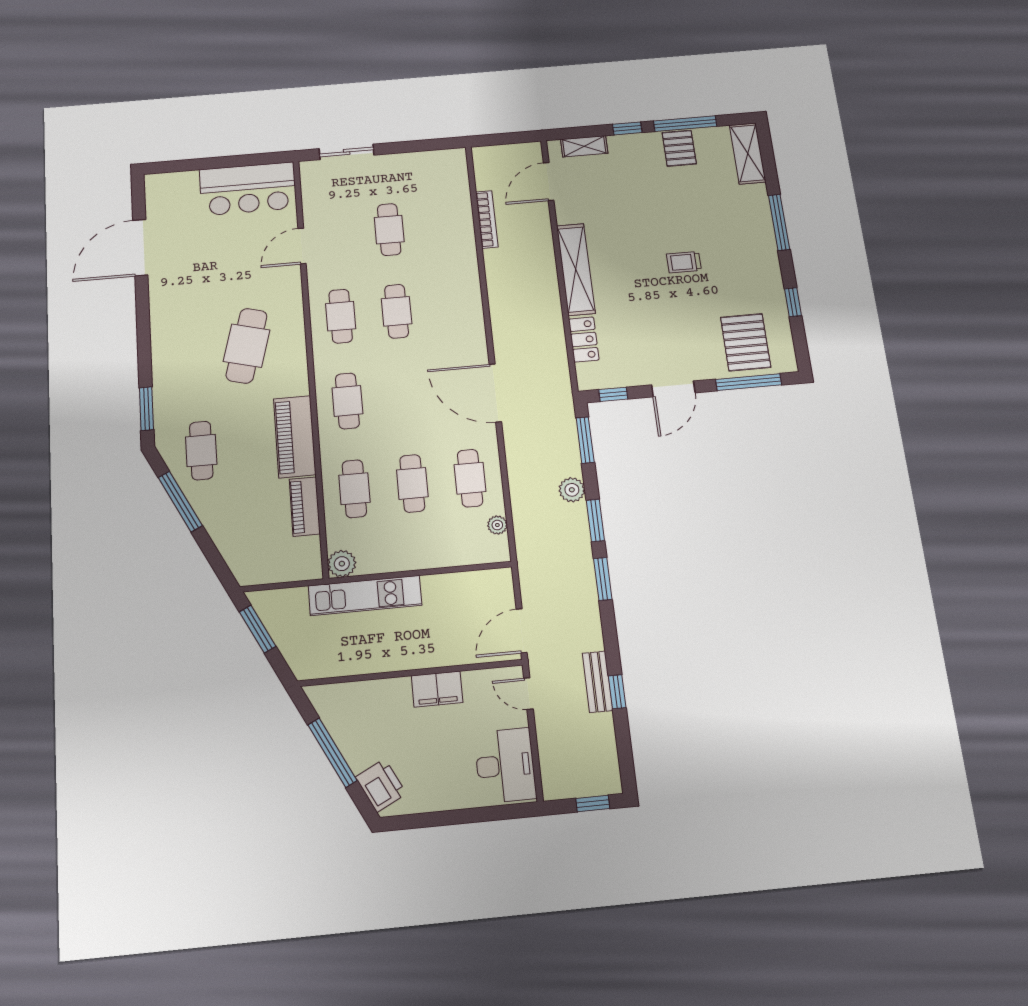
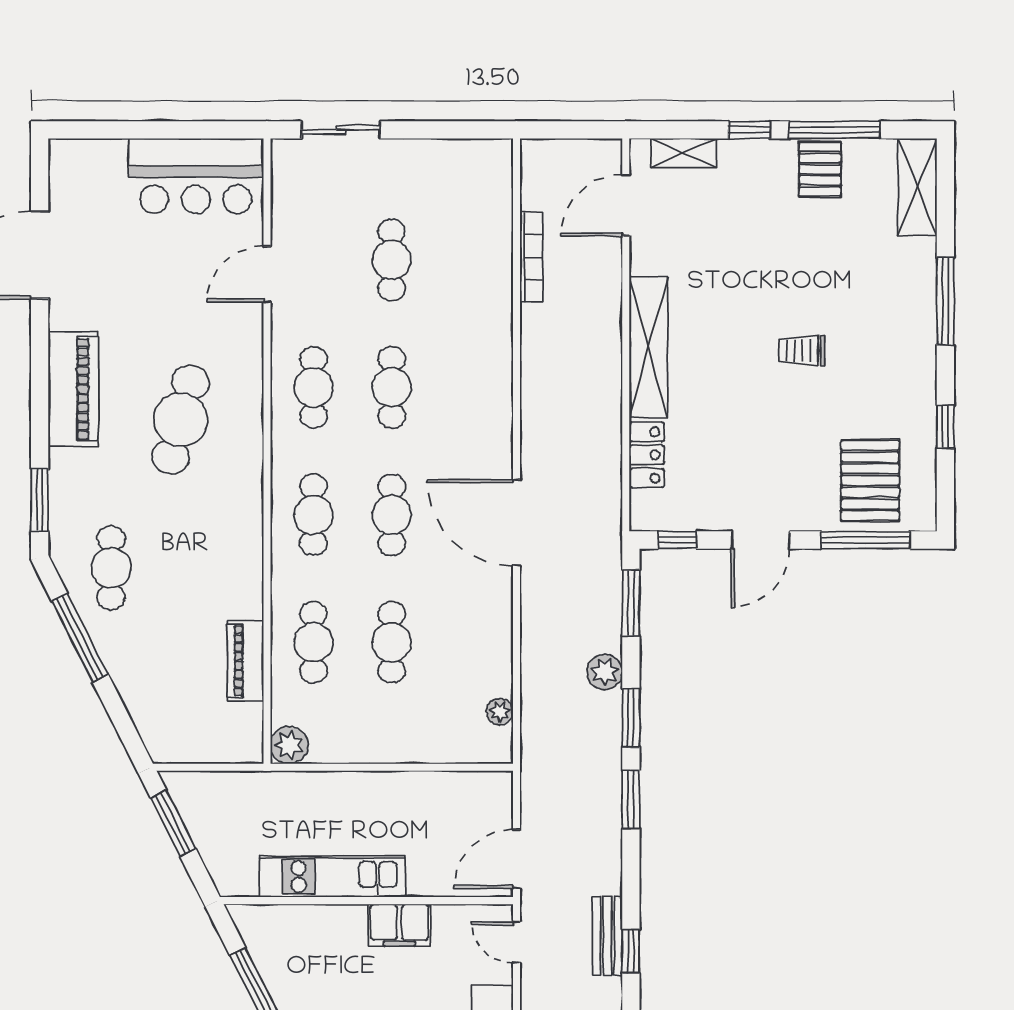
piano: (295, 437) -> (73, 389), moved, turned 180
cafe table: (470, 478) -> (392, 515), moved
kitchen unit: (365, 595) -> (332, 877), moved, turned 180

